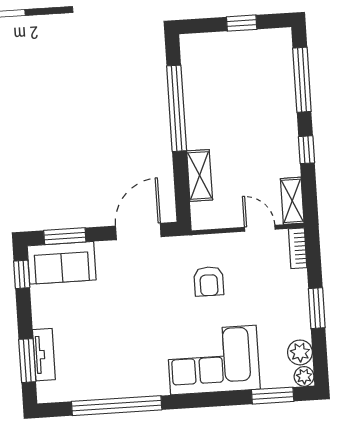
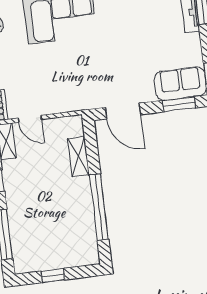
door: (138, 231) -> (123, 111), hinge flipped
armchair: (209, 281) -> (67, 76), removed

